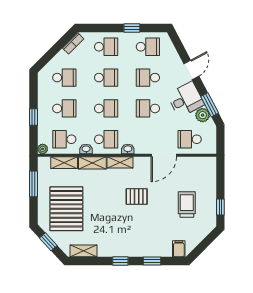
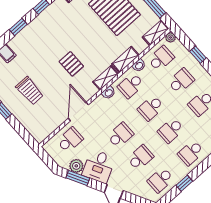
school desk: (64, 108) -> (181, 81), turned 180
shelving: (64, 163) -> (156, 33), moved
pallet: (137, 196) -> (71, 64), turned 90

